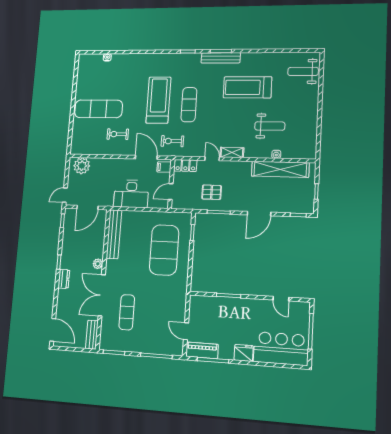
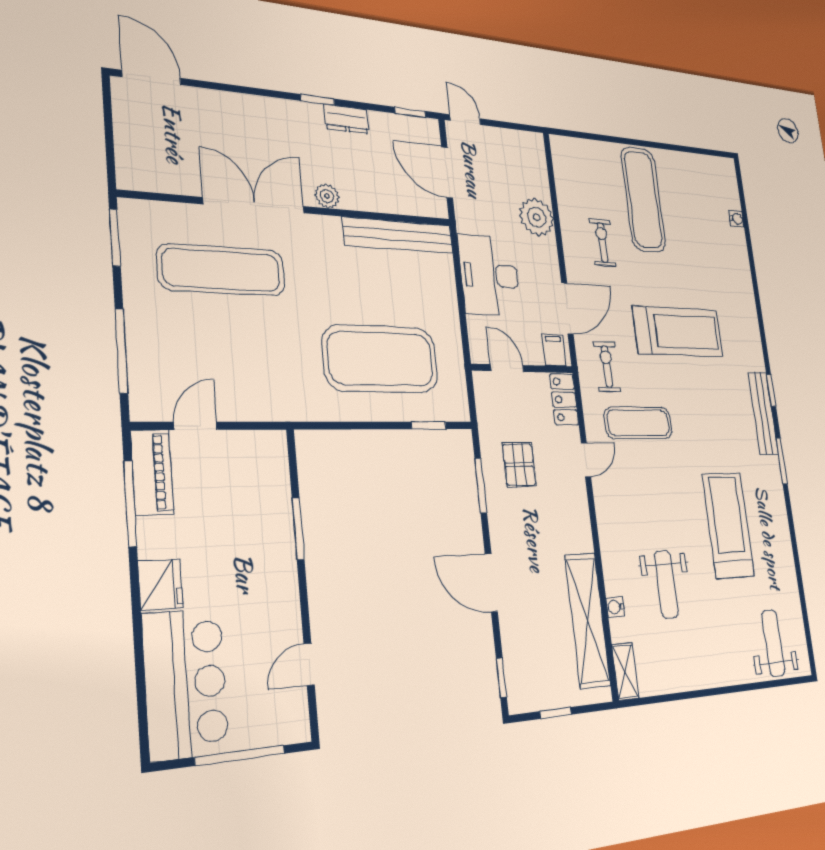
bench: (221, 58) -> (763, 413), moved
exercise mat: (189, 105) -> (638, 423), moved
shelving: (232, 153) -> (625, 671), moved
plant: (82, 166) -> (537, 217), moved
dresser: (64, 279) -> (346, 119), moved
exercise mat: (127, 312) -> (222, 270), width x1.36, depth x1.45
door: (53, 330) -> (152, 78), swing flipped
bench: (92, 335) -> (153, 179), removed

